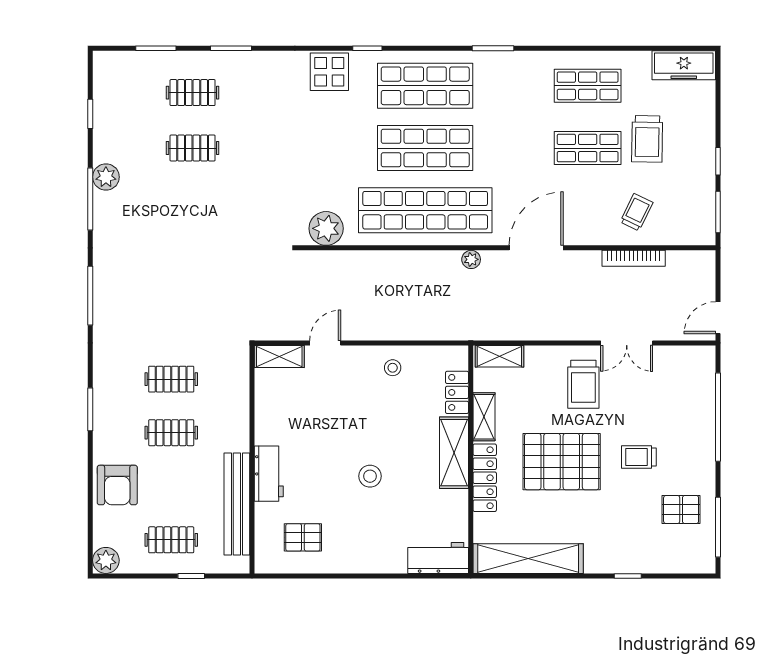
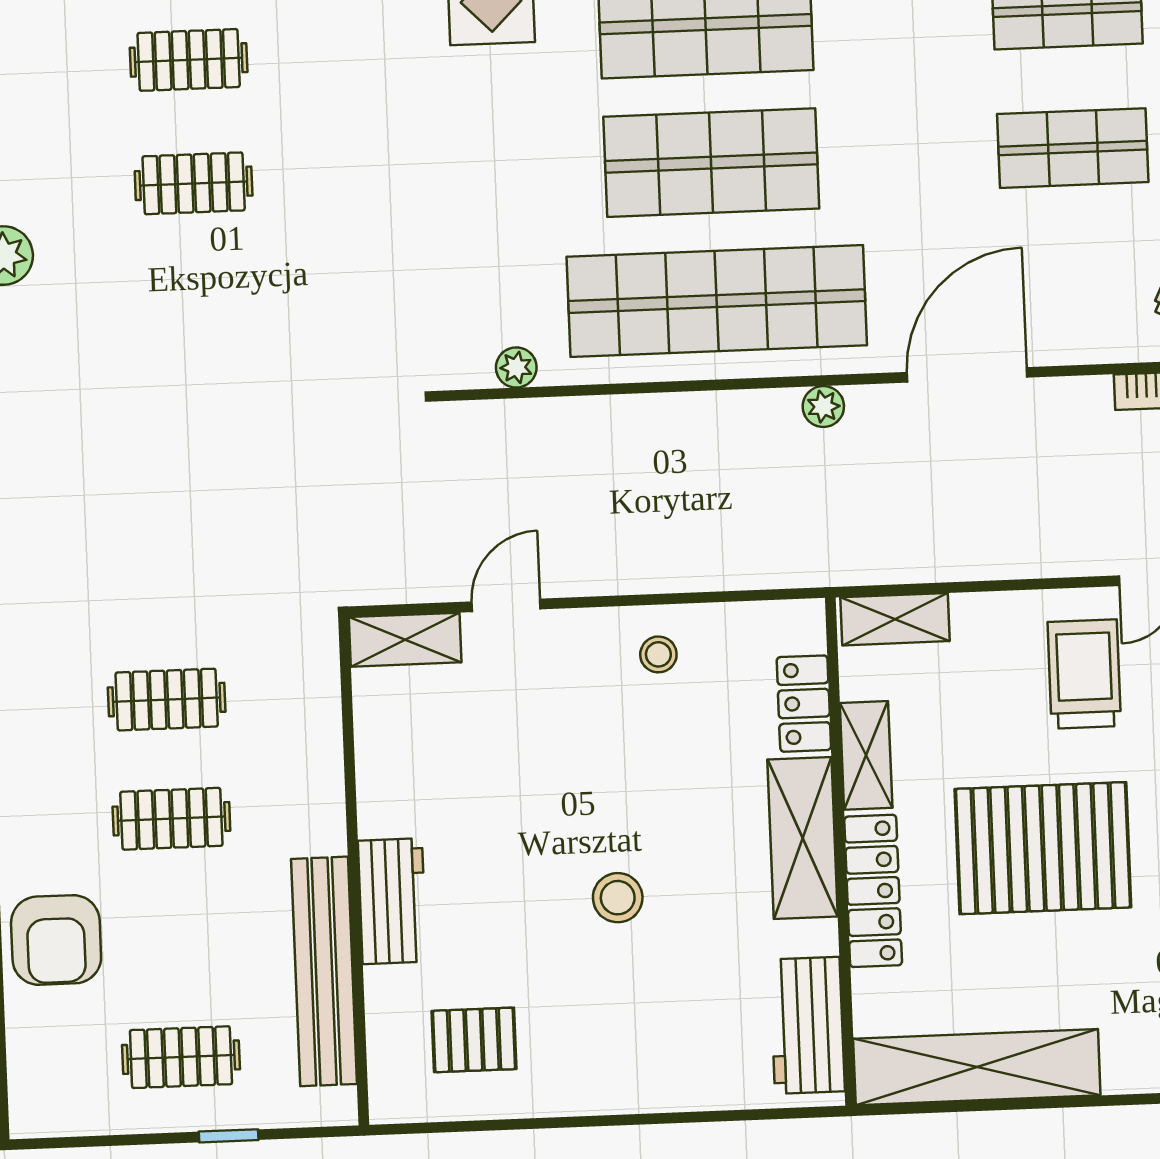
plant: (326, 228) -> (516, 367), width x0.53, depth x0.53
trolley: (583, 384) -> (1084, 674), turned 180
workbench: (438, 558) -> (807, 1025), moved, turned -90
plant: (106, 560) -> (38, 1109), removed

